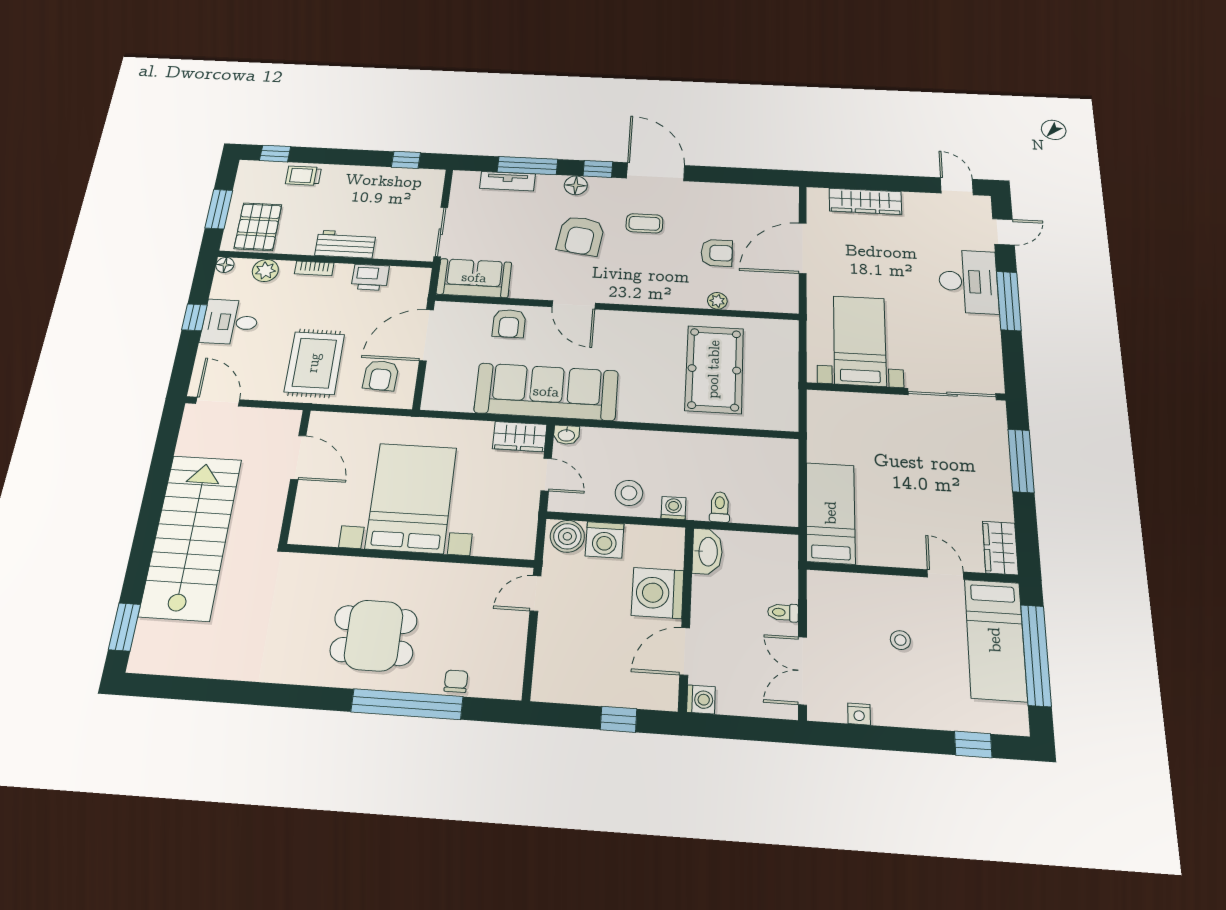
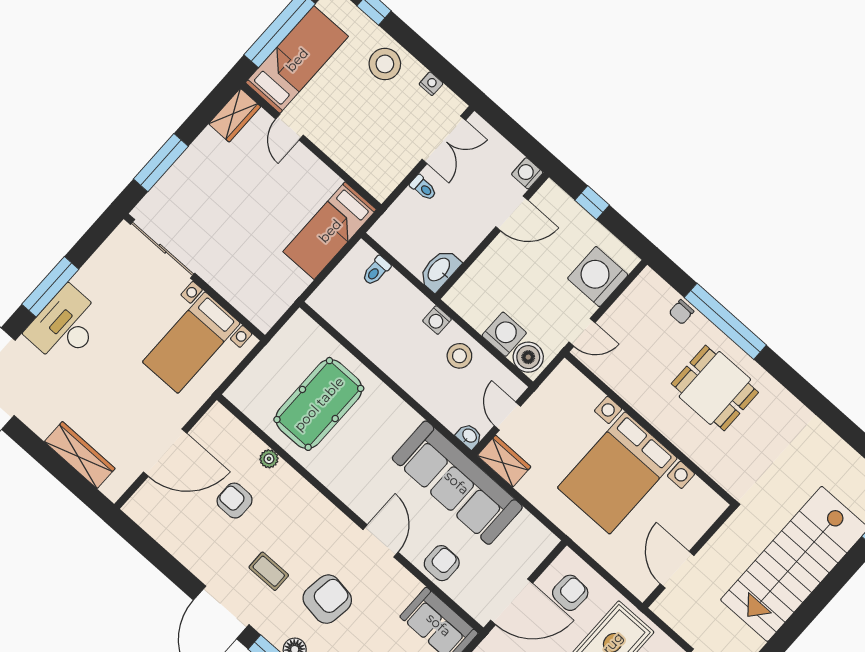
toilet: (720, 507) -> (376, 271), moved
washing machine: (658, 593) -> (598, 277), moved, turned 180
stool: (900, 640) -> (385, 64), moved, width x1.89, depth x1.89

